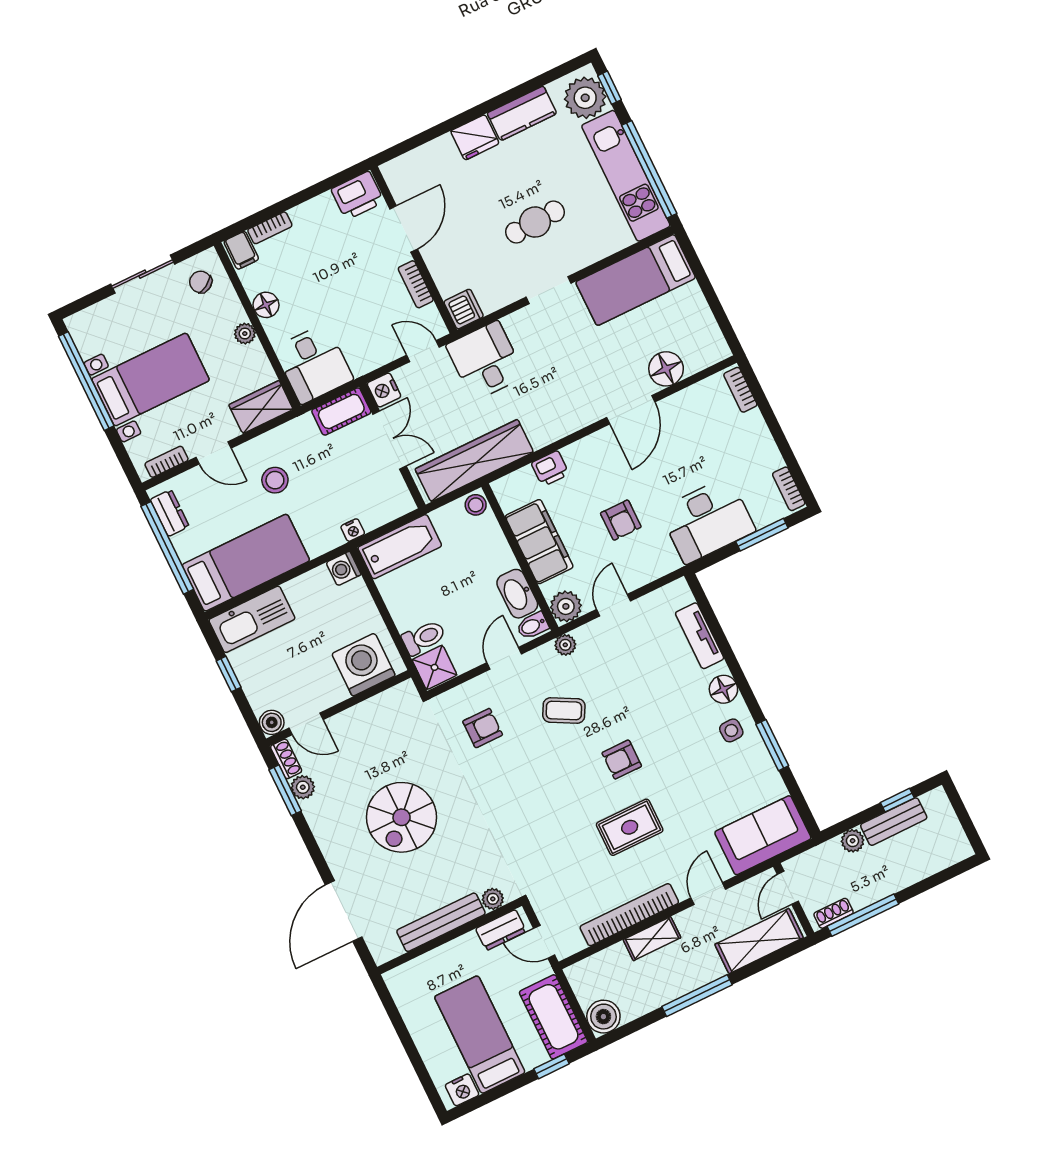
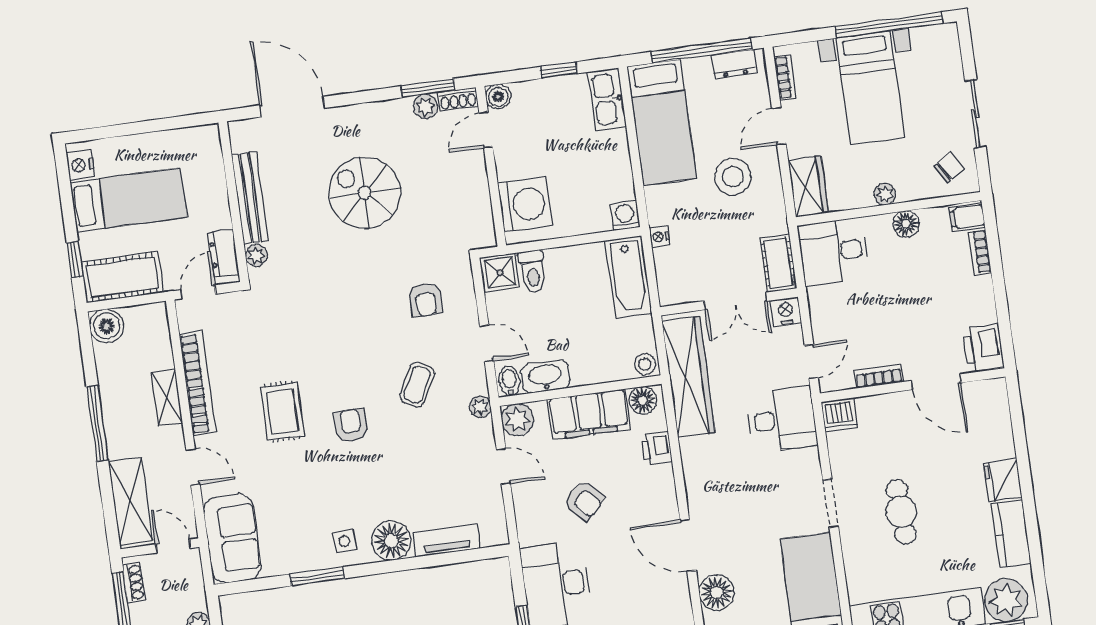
stool: (275, 480) -> (733, 177), width x1.38, depth x1.38
floor lamp: (510, 496) -> (643, 400), added
armchair: (621, 520) -> (584, 501), turned -135
kitchen sink: (252, 619) -> (607, 99), width x0.73, depth x0.81
floor lamp: (723, 689) -> (391, 541), width x1.38, depth x1.38

